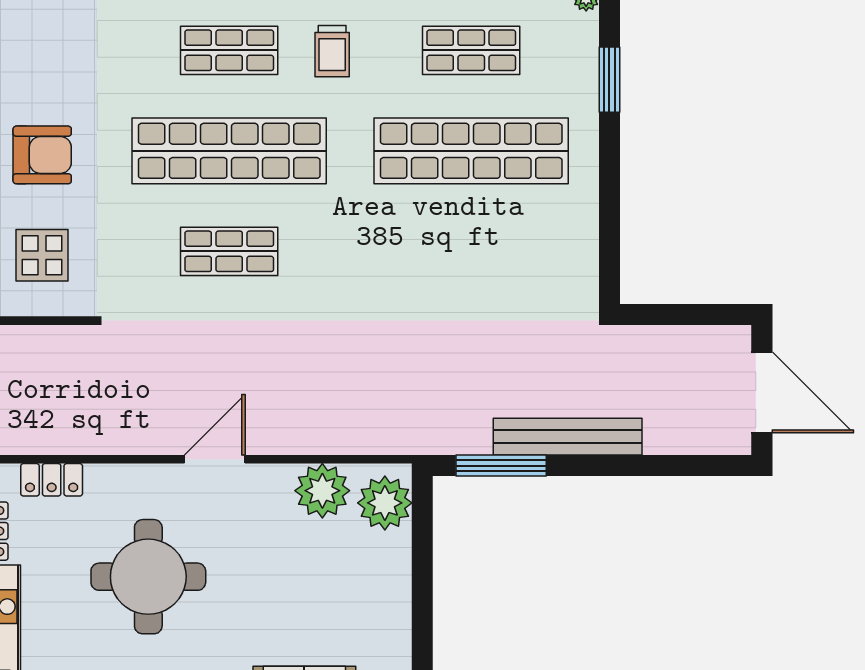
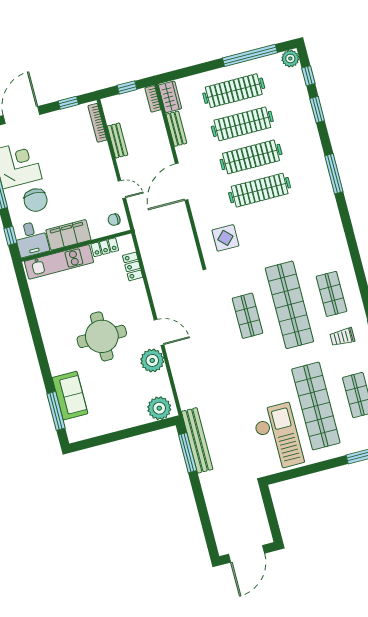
armchair: (42, 155) -> (267, 227), removed
checkout: (519, 254) -> (278, 437), added
bench: (568, 437) -> (197, 440), moved
plant: (322, 491) -> (152, 360), moved
round table: (148, 577) -> (102, 336), moved

